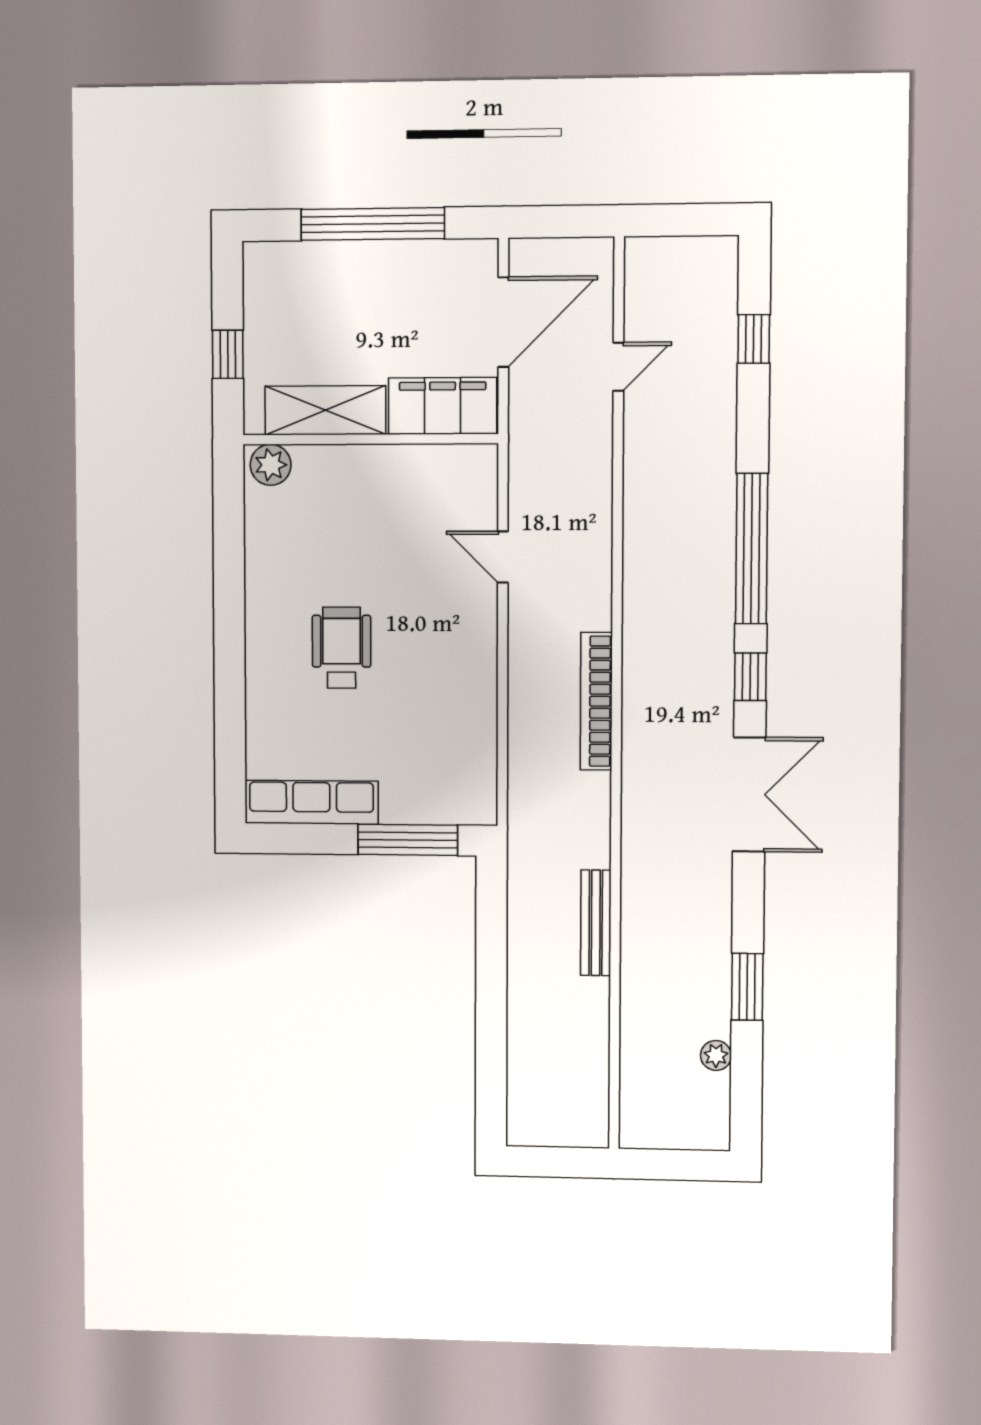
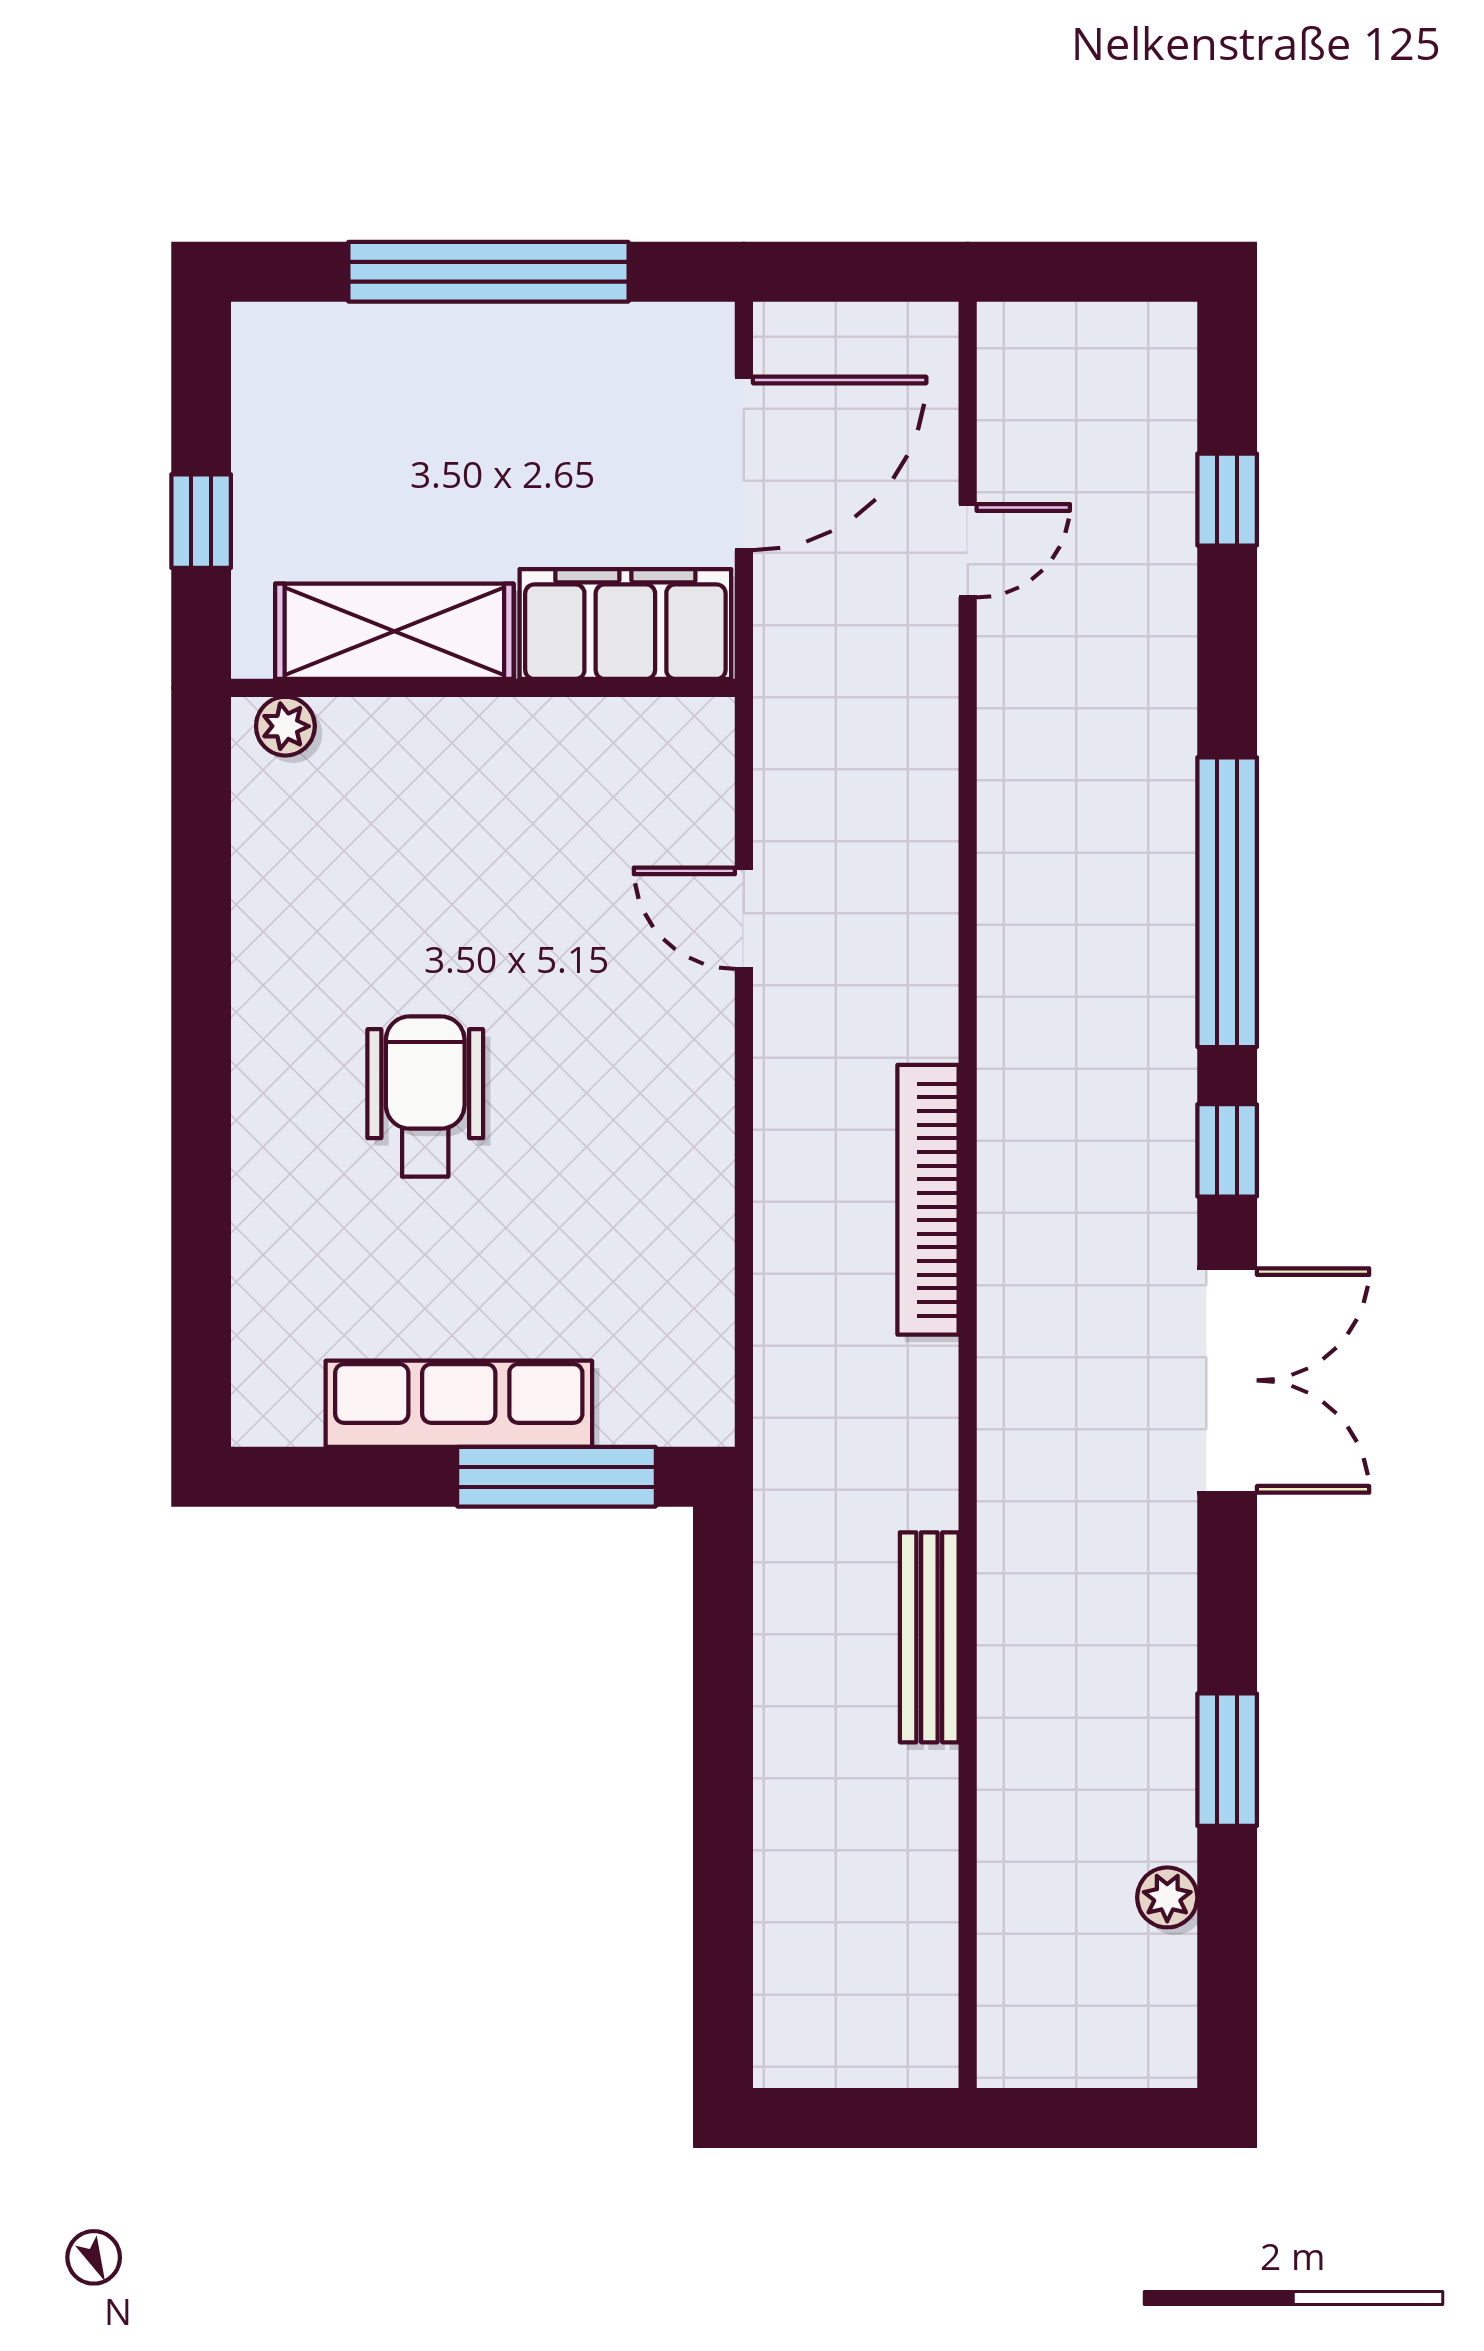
plant: (271, 465) -> (285, 726), width x0.73, depth x0.73
row of seats: (311, 802) -> (459, 1404), moved

